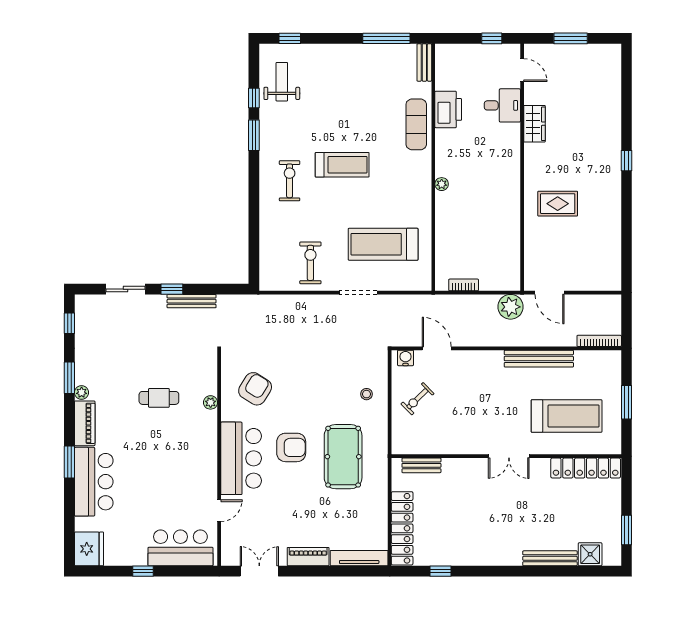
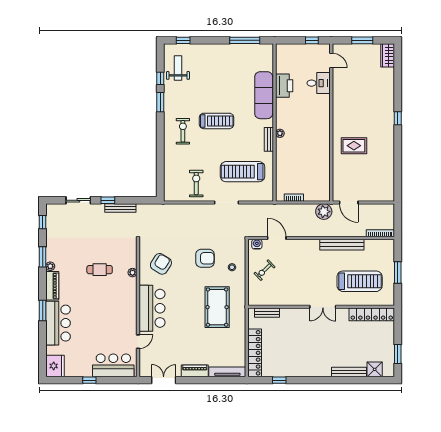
bench: (424, 62) -> (269, 139), moved
exercise mat: (416, 124) -> (264, 95), width x1.36, depth x1.45
wardrobe: (534, 124) -> (388, 55), moved, turned 180
armchair: (291, 447) -> (205, 258), moved

